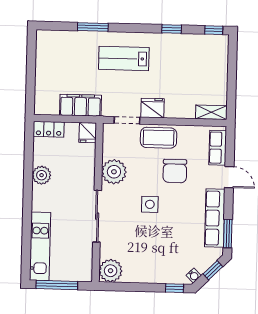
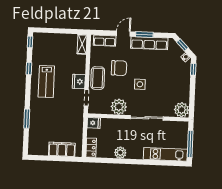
lab bench: (124, 58) -> (46, 81), moved
filing cabinet: (80, 105) -> (62, 149), moved, turned 90
window: (228, 234) -> (144, 34), moved

